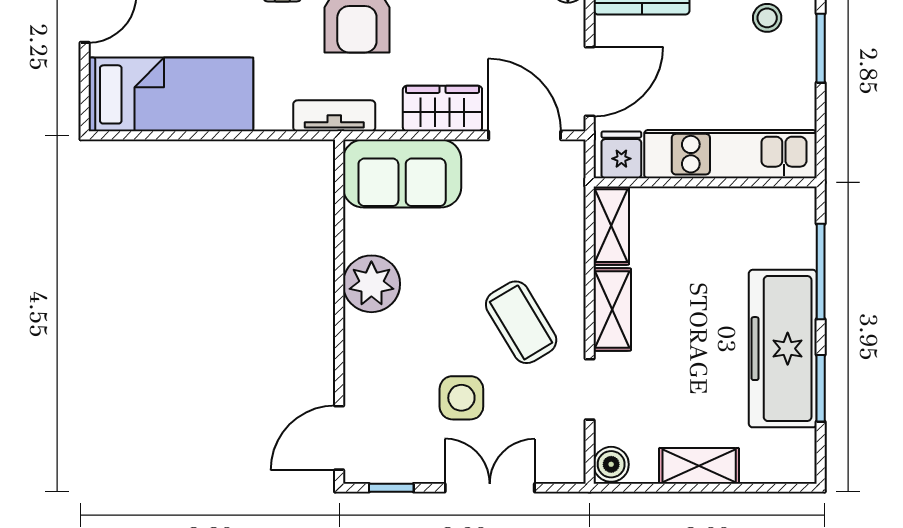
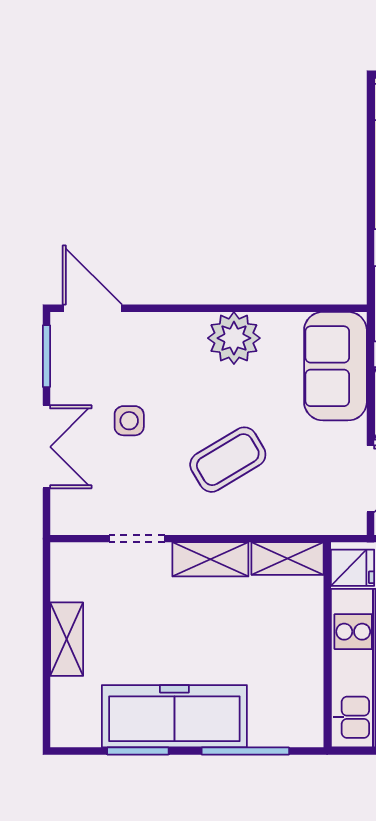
coffee table: (521, 322) -> (228, 460), moved
side table: (461, 398) -> (129, 421), width x0.73, depth x0.73
boiler: (611, 464) -> (68, 558), removed
window: (391, 488) -> (46, 356), width x1.50

